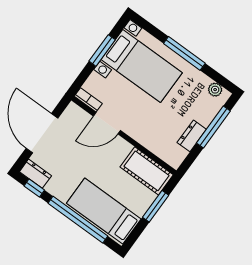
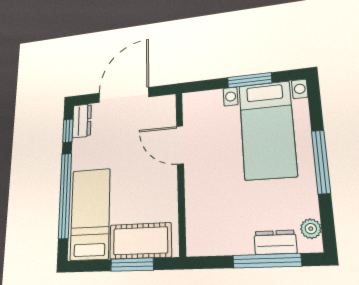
bookcase: (88, 100) -> (189, 109), removed
dresser: (192, 136) -> (275, 242), moved
cot: (147, 171) -> (140, 241), moved, turned 90

